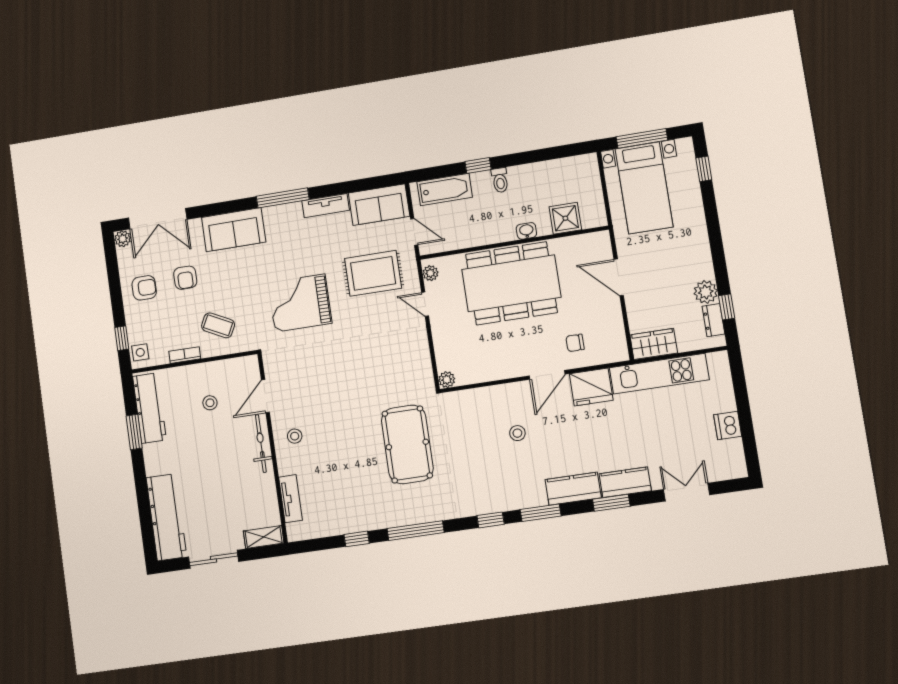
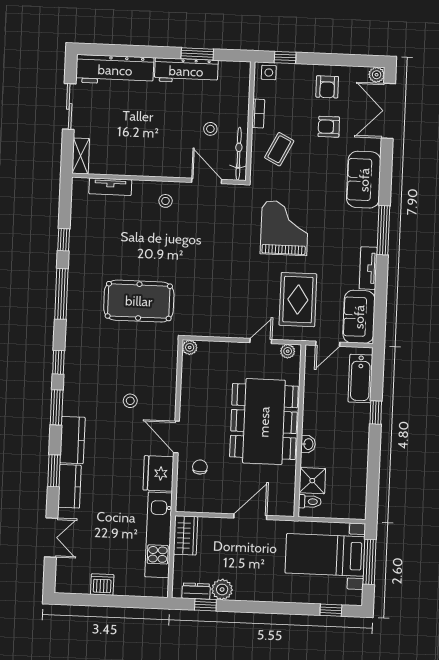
toilet: (500, 180) -> (310, 502), moved, turned 180
workbench: (149, 408) -> (186, 71), moved
bicycle: (261, 444) -> (239, 154), moved, turned -90

